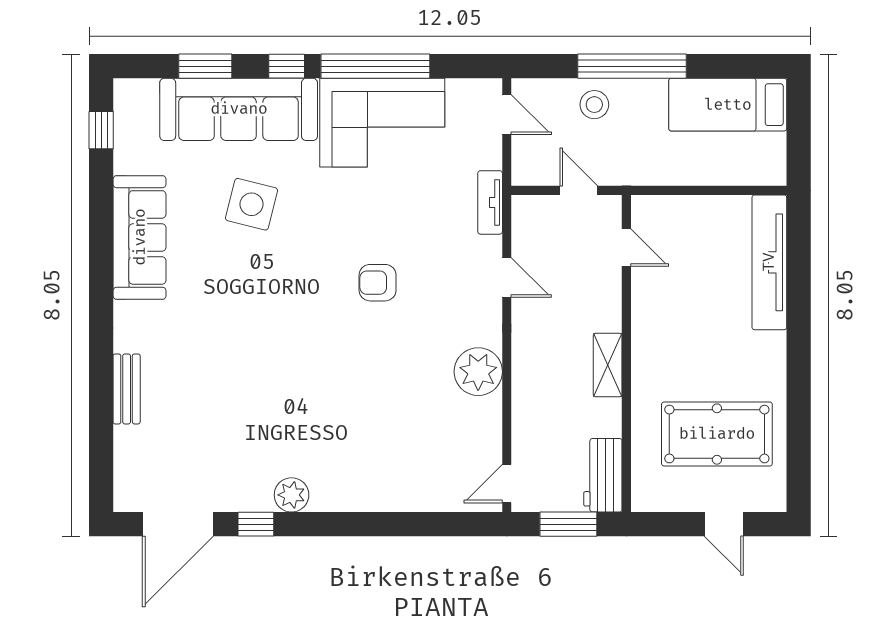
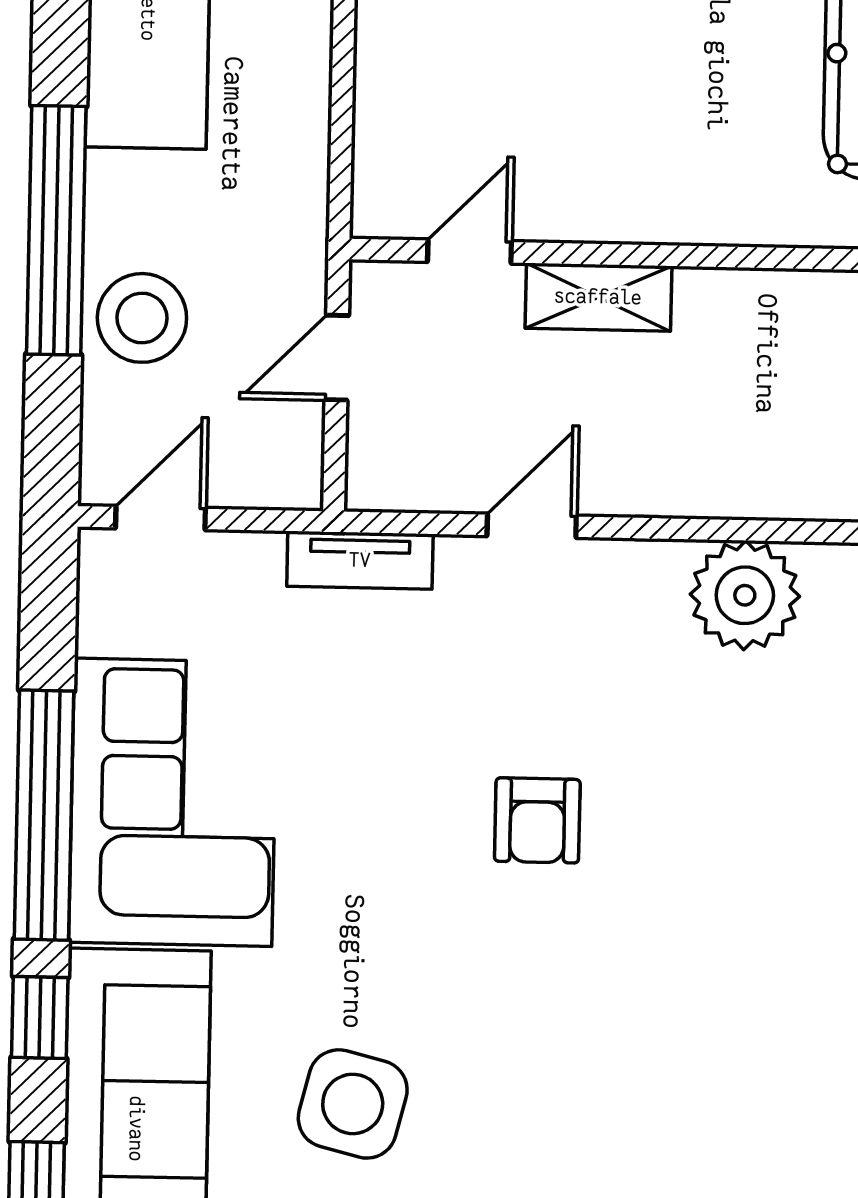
stool: (594, 105) -> (142, 318), width x1.38, depth x1.38
shelving: (608, 365) -> (598, 297), moved

